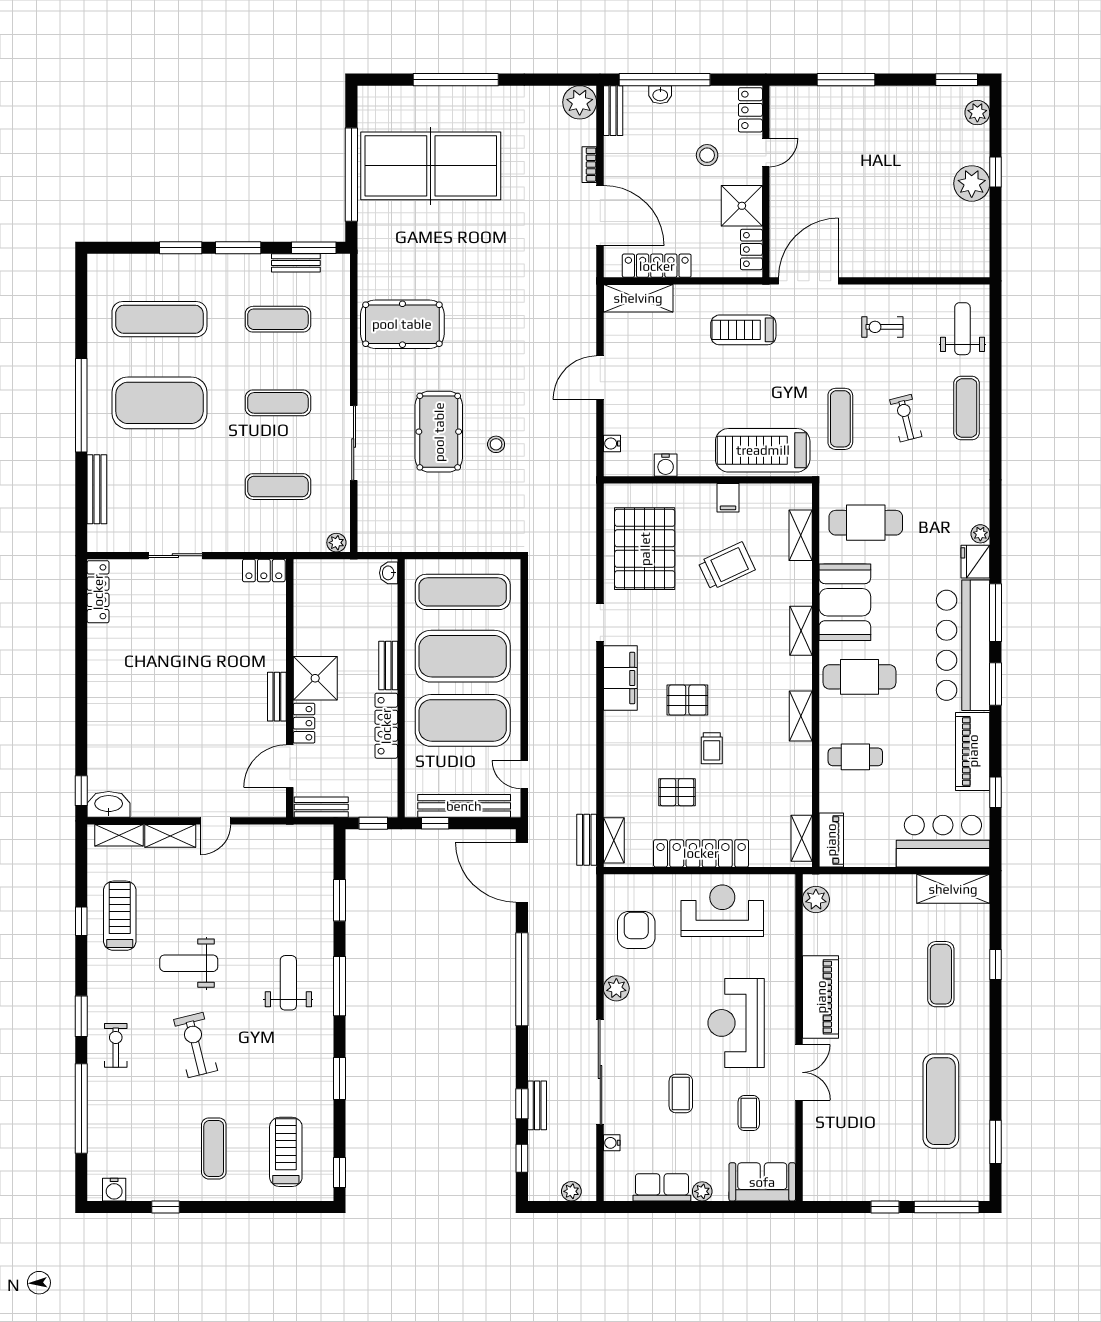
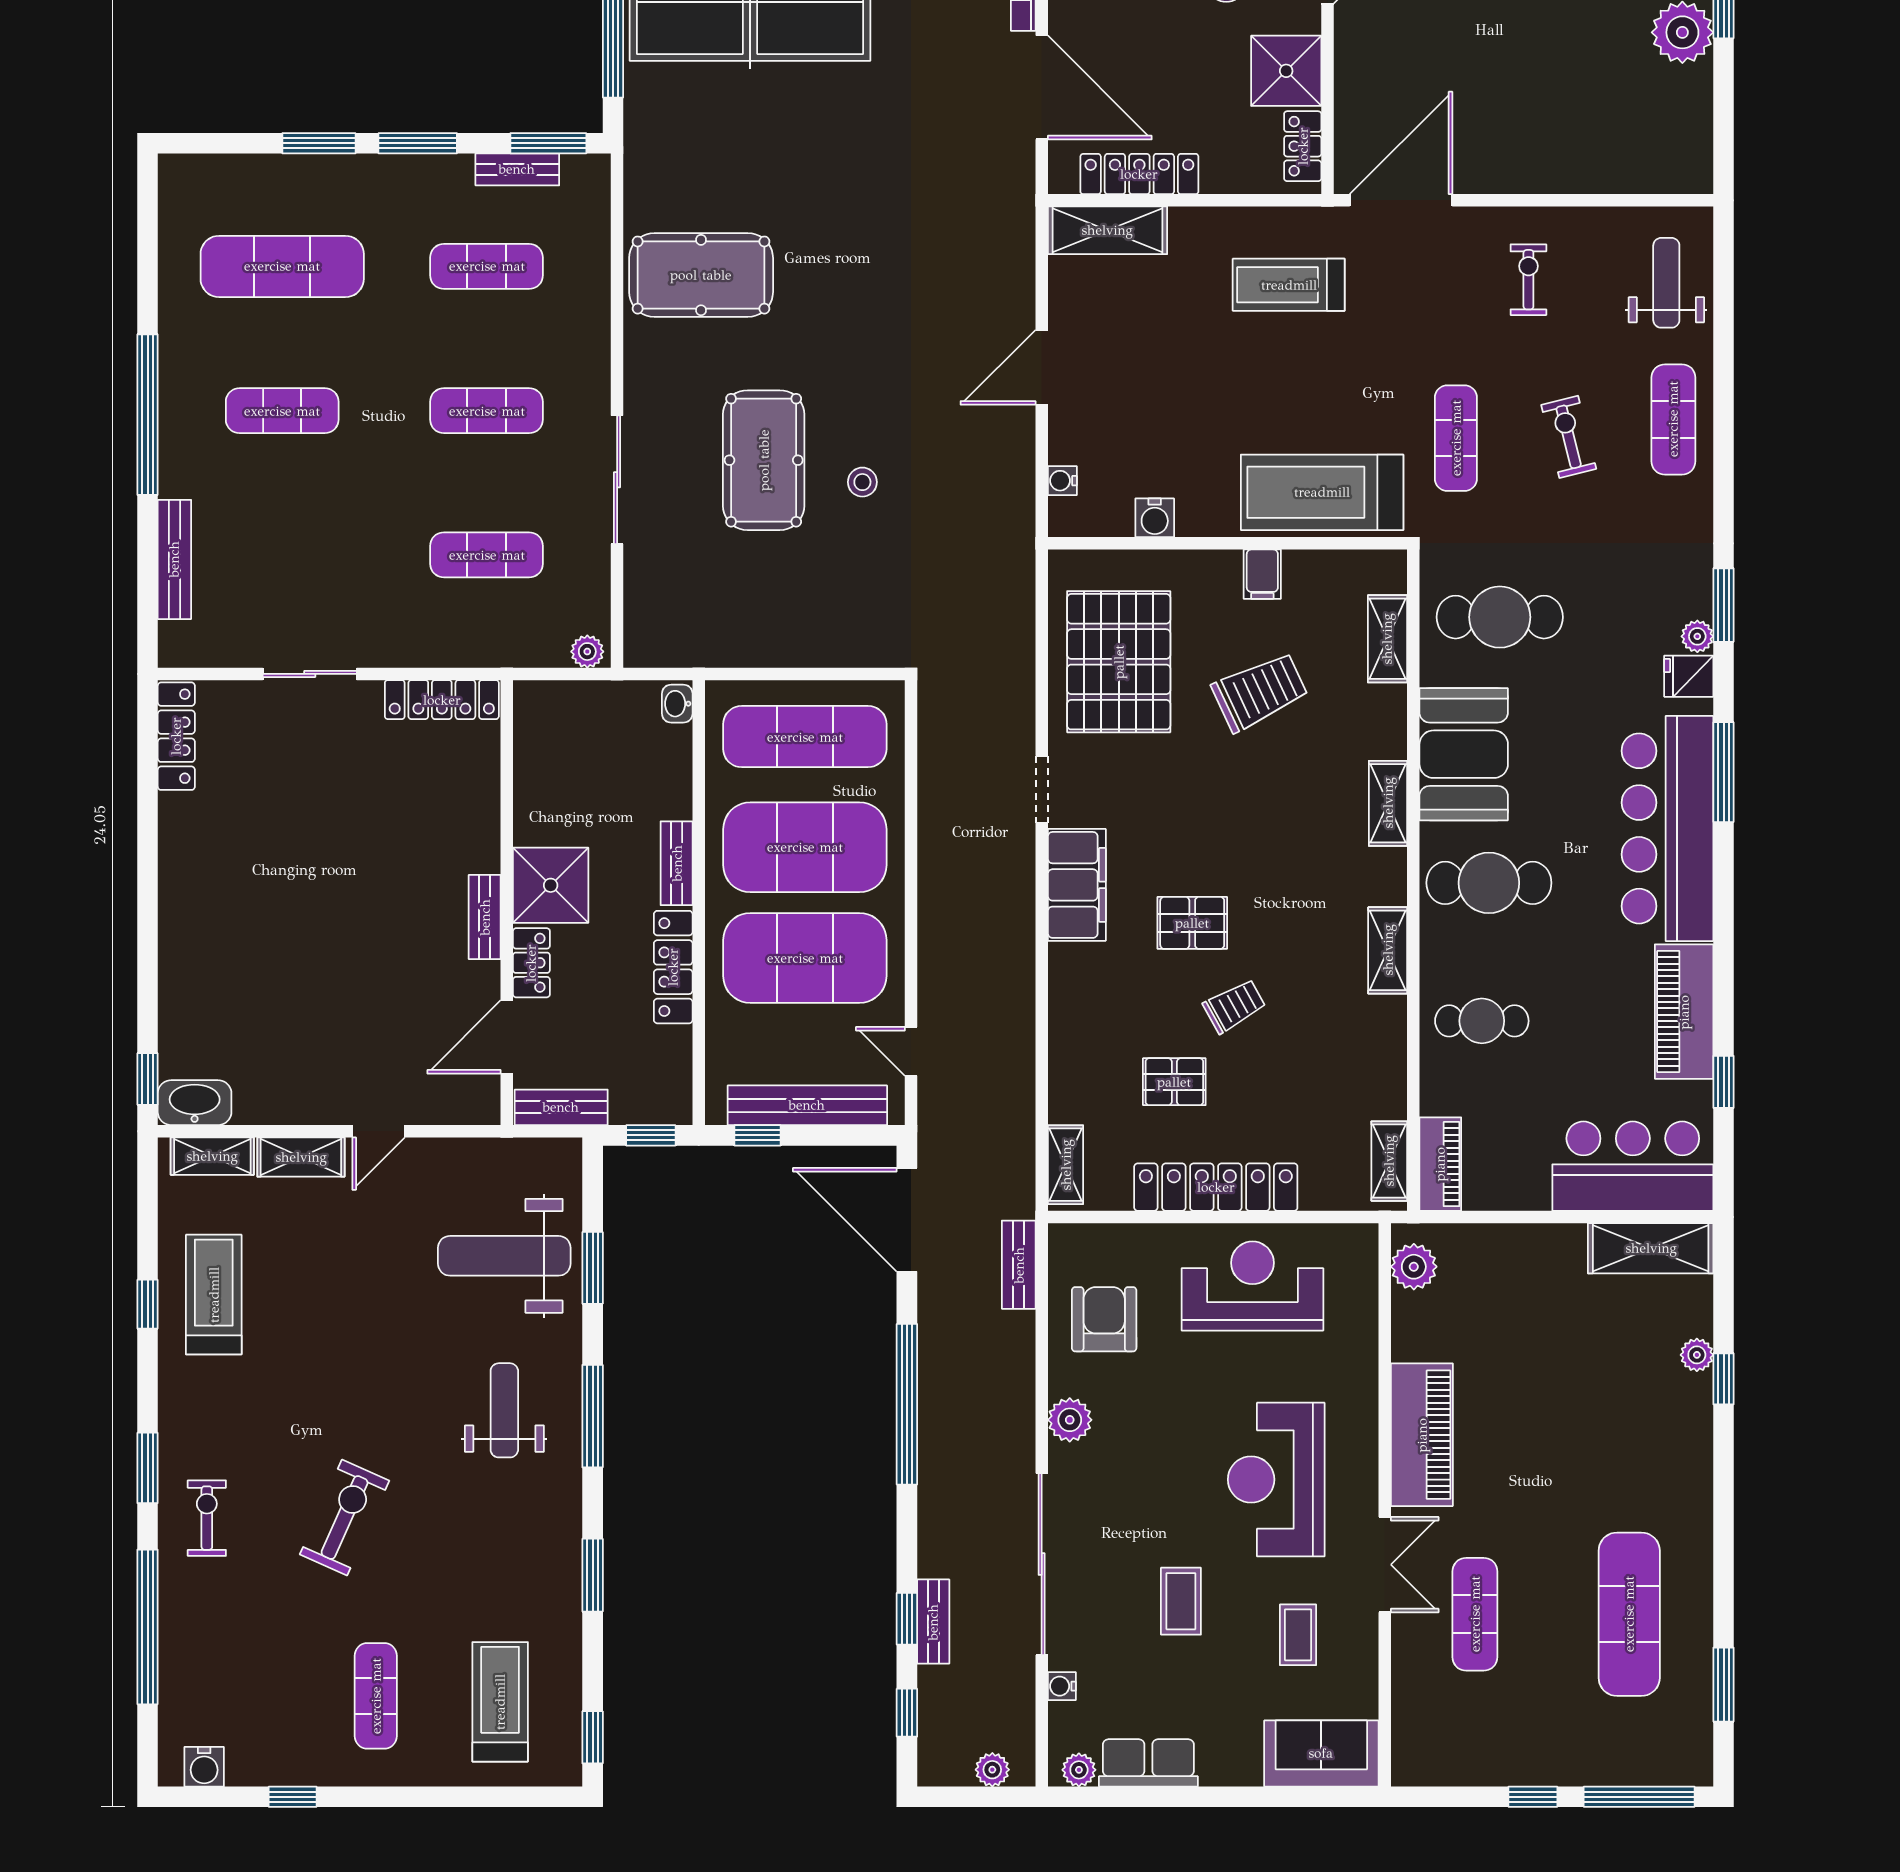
exercise bike: (882, 327) -> (1528, 280), turned 90
exercise mat: (159, 403) -> (282, 411), width x0.50, depth x0.69
fridge: (975, 562) -> (1689, 676), width x0.72
locker: (264, 571) -> (442, 700), width x1.53
window: (996, 684) -> (1724, 605), moved
trolley: (712, 748) -> (1234, 1006), turned -119
bench: (587, 840) -> (1019, 1265), moved
plant: (980, 951) -> (1697, 1355), added
weight bench: (189, 963) -> (504, 1256), moved, width x1.36, depth x1.33
exercise mat: (941, 974) -> (1475, 1614), moved
exercise bike: (196, 1045) -> (345, 1518), turned 38
plant: (702, 1191) -> (1079, 1770), moved

